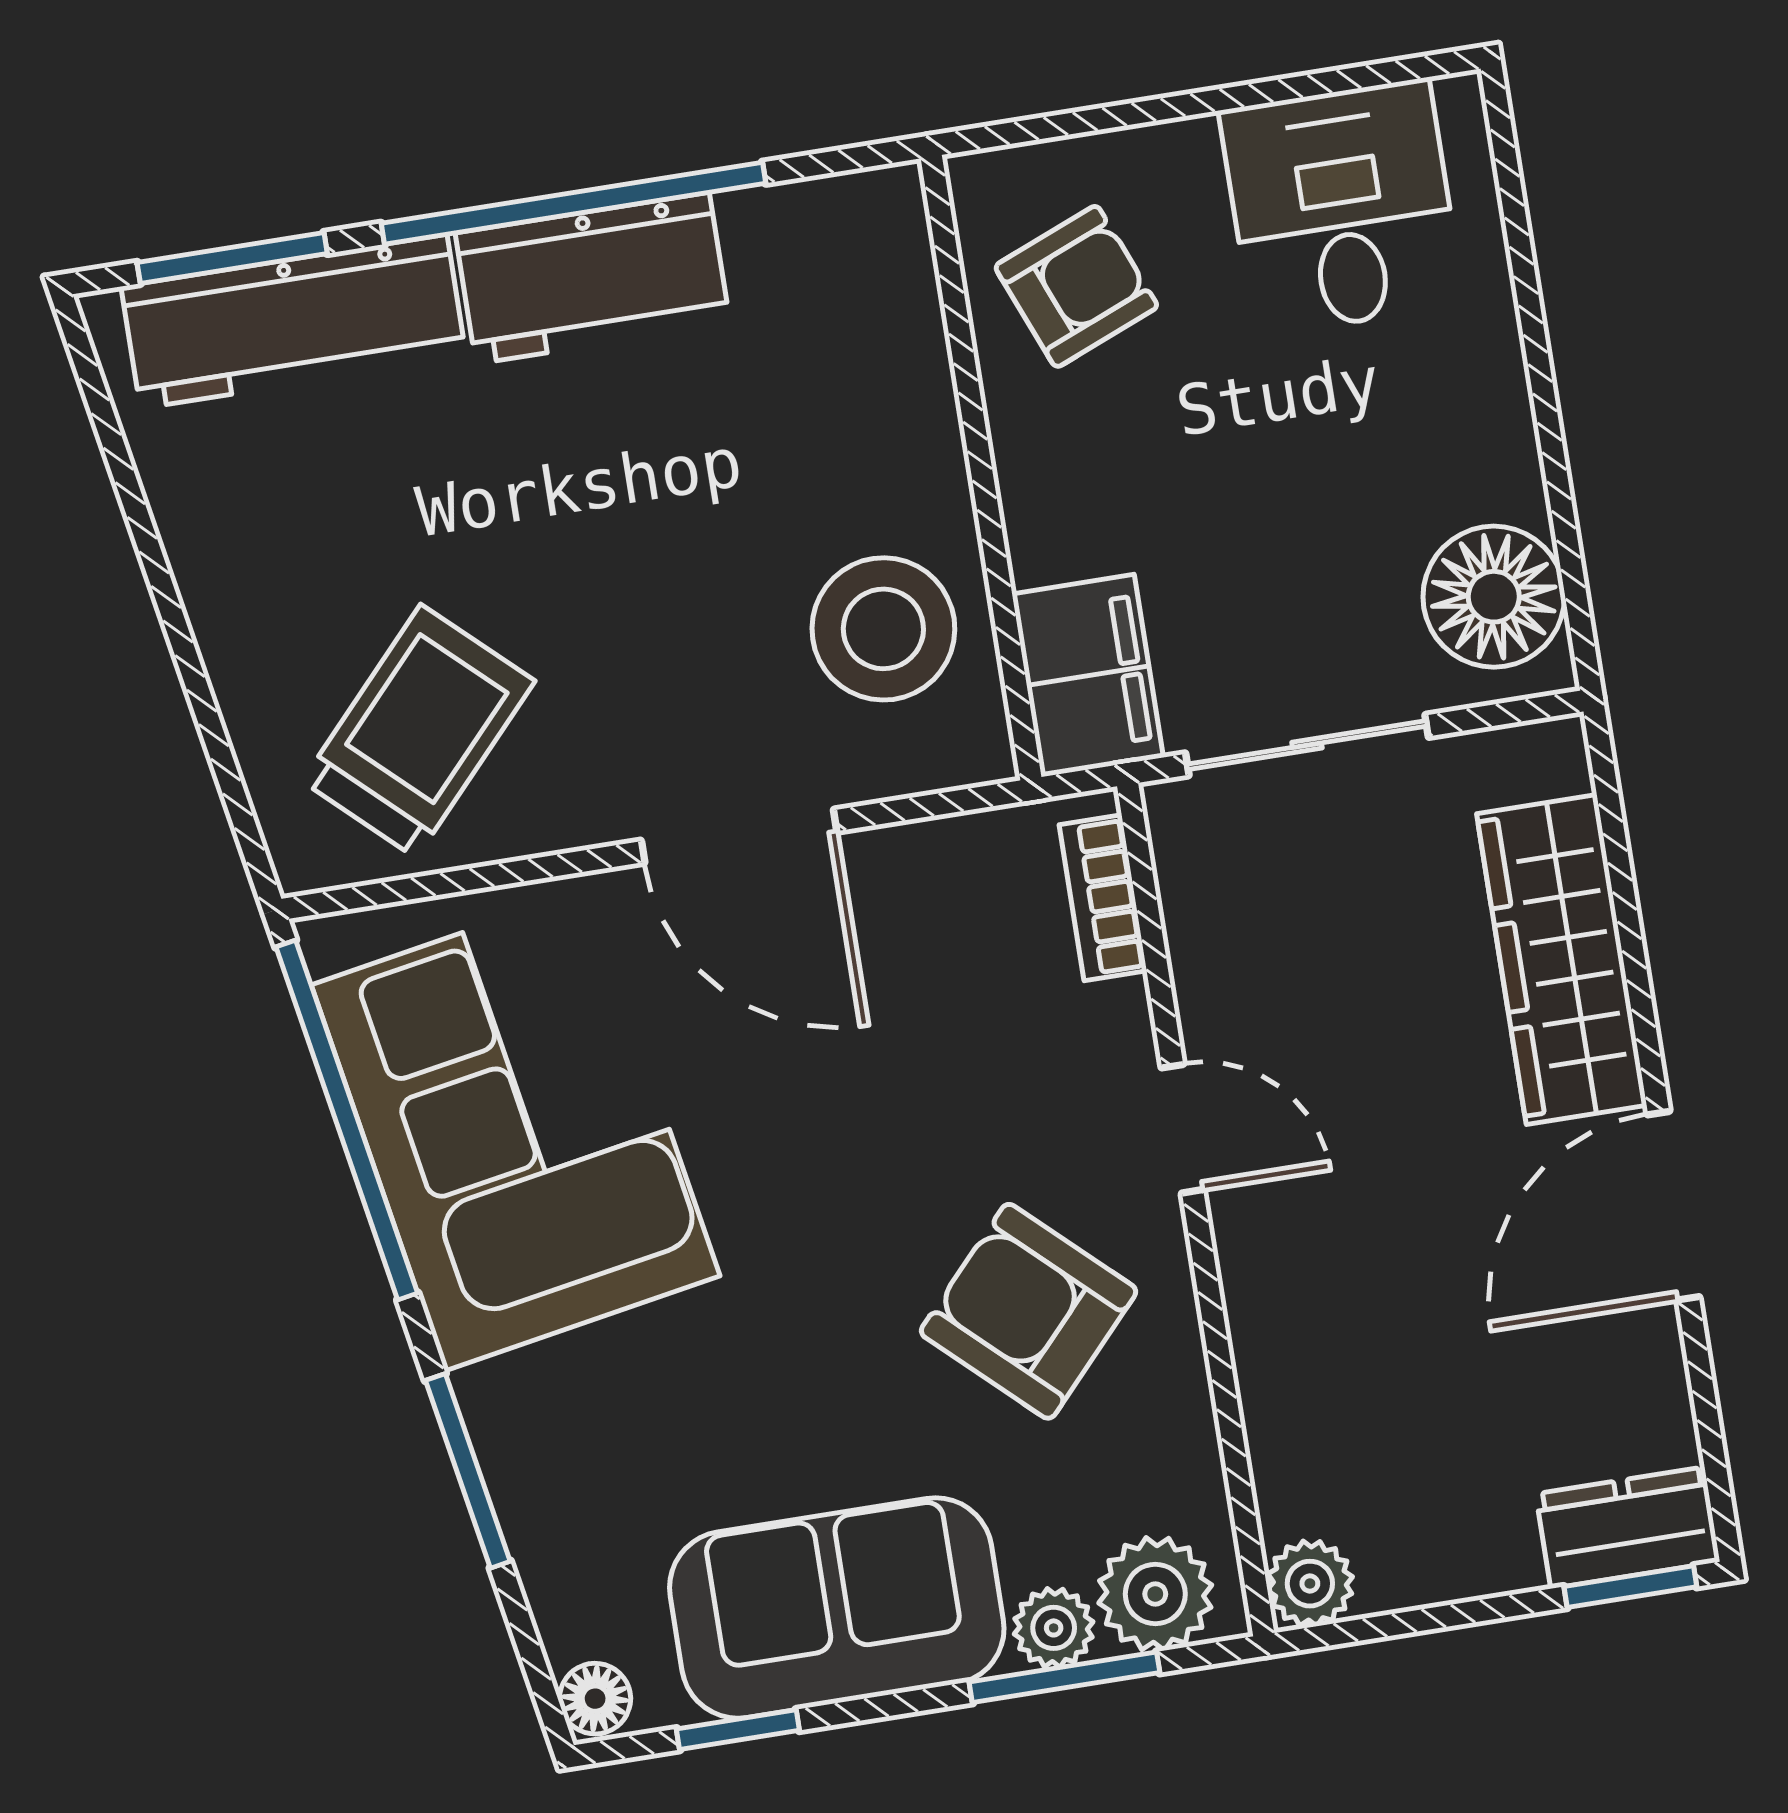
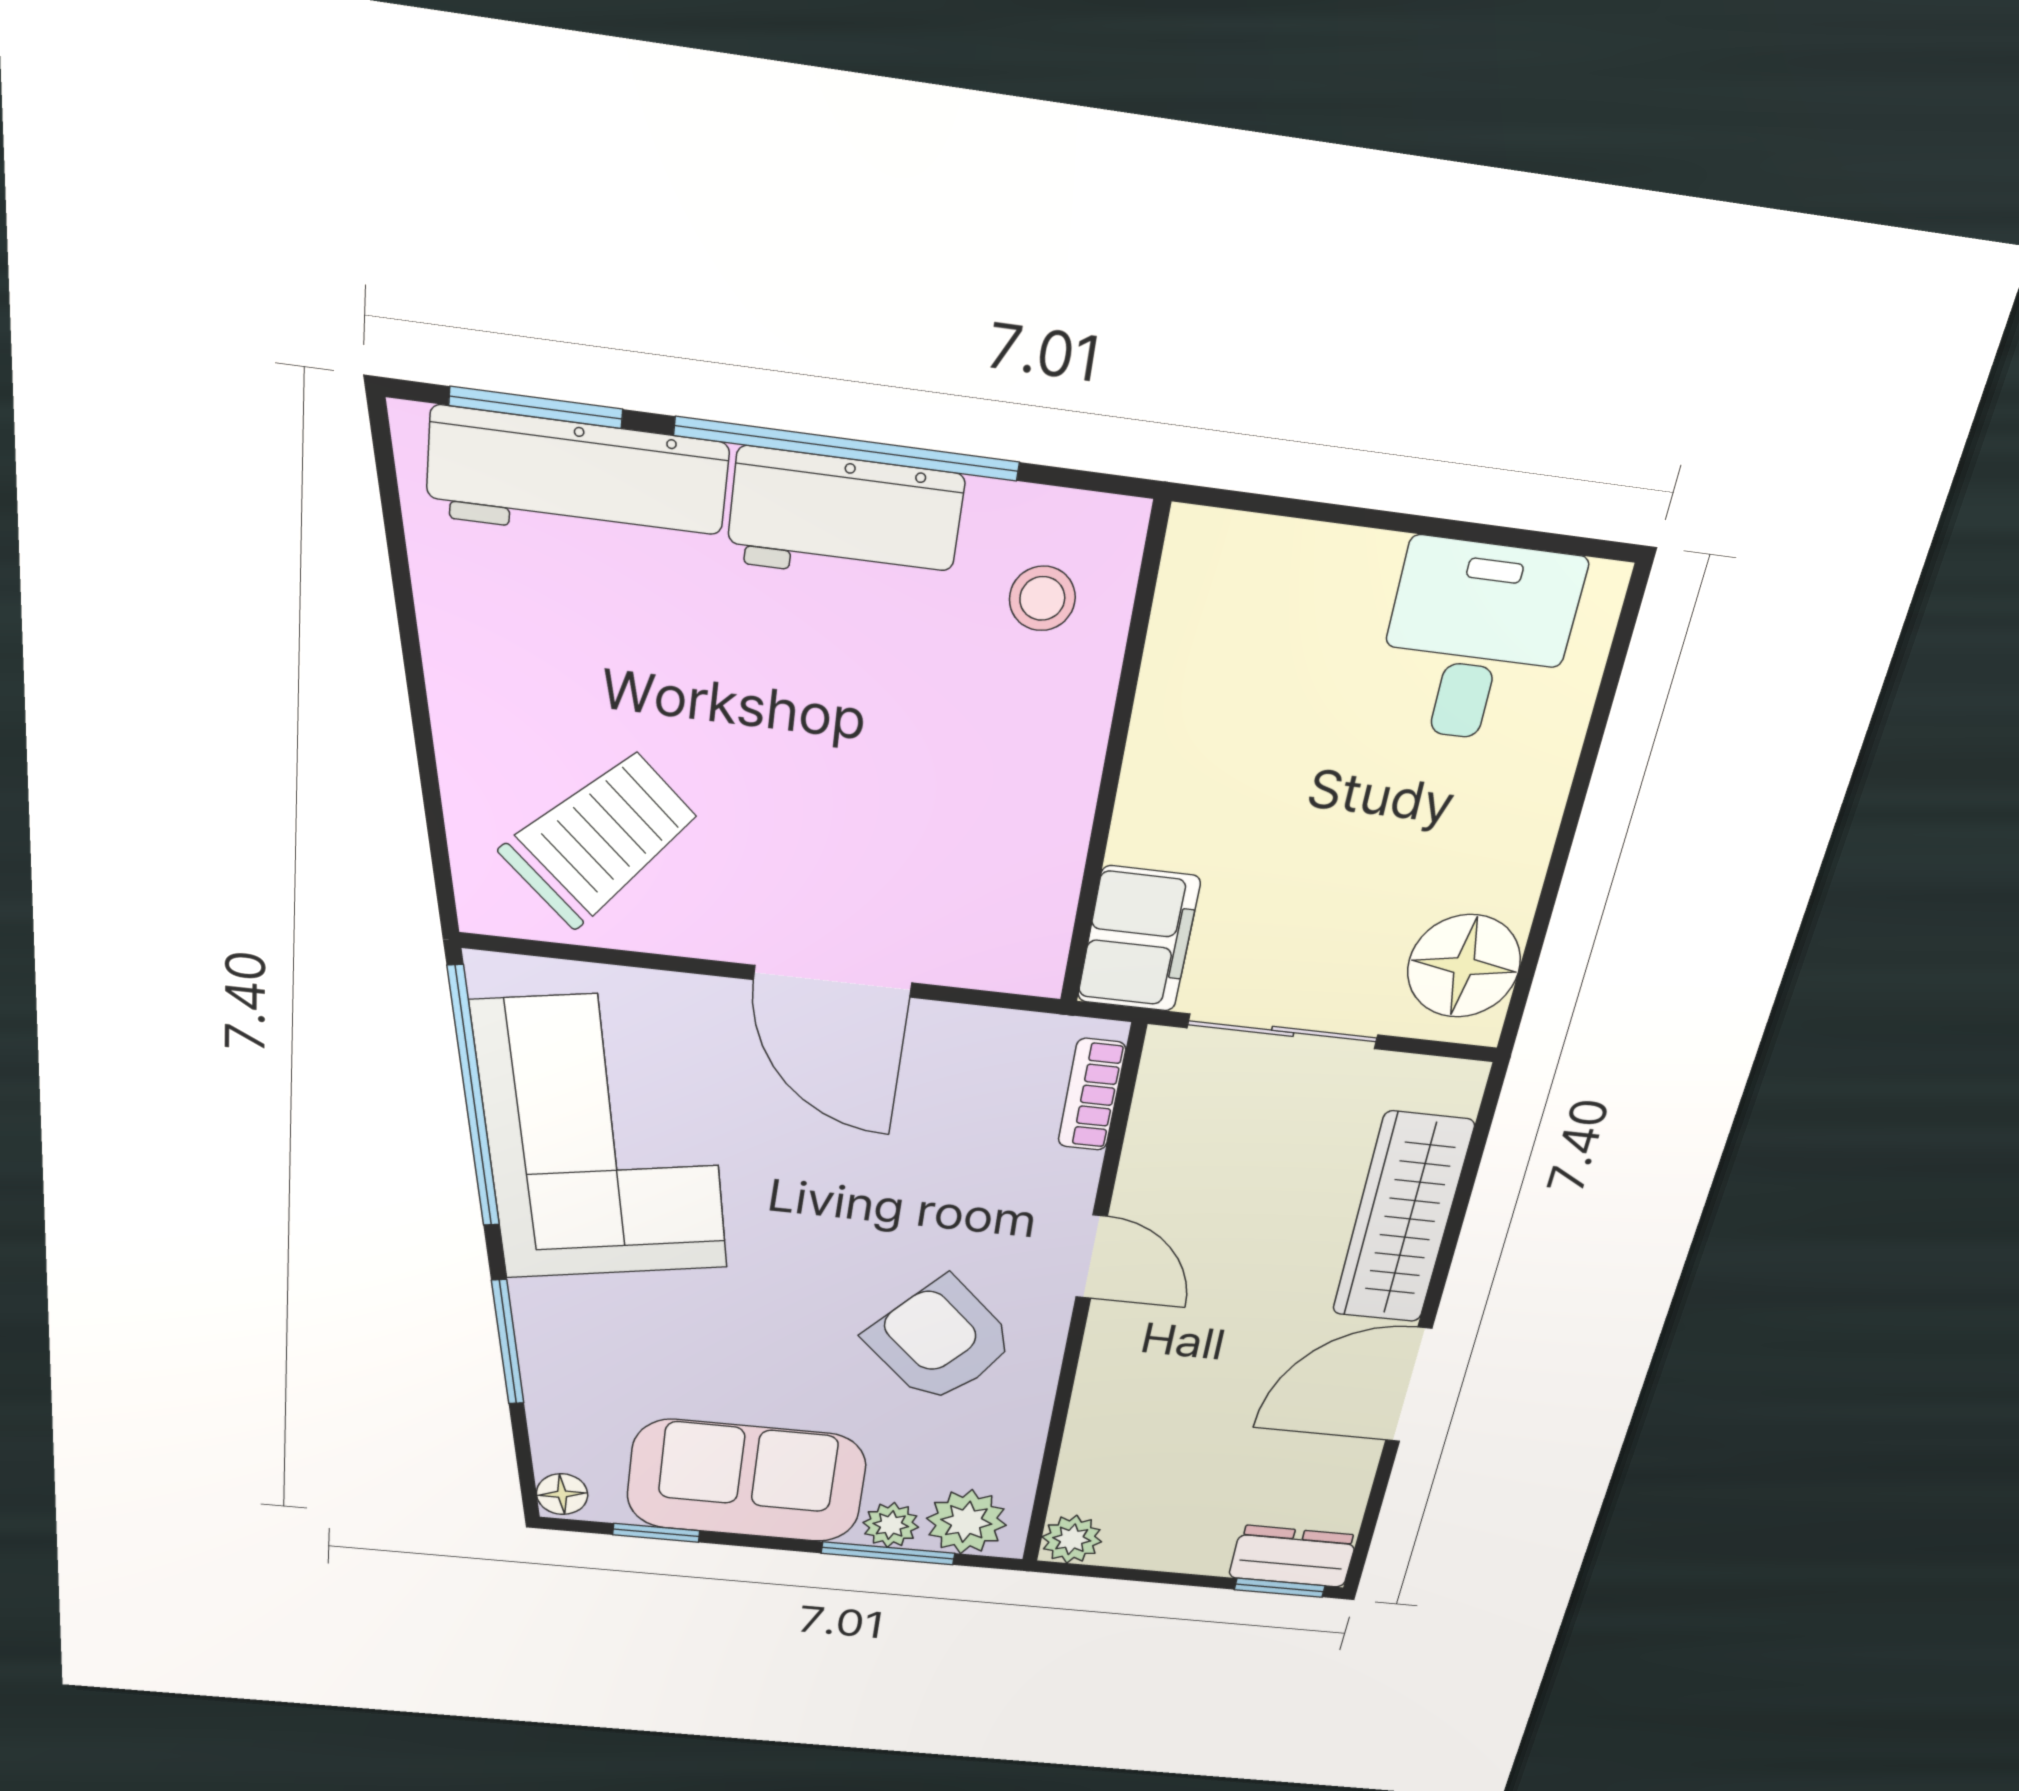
armchair: (1076, 286) -> (1241, 643), removed
stool: (883, 629) -> (1042, 598), moved, width x0.53, depth x0.53

